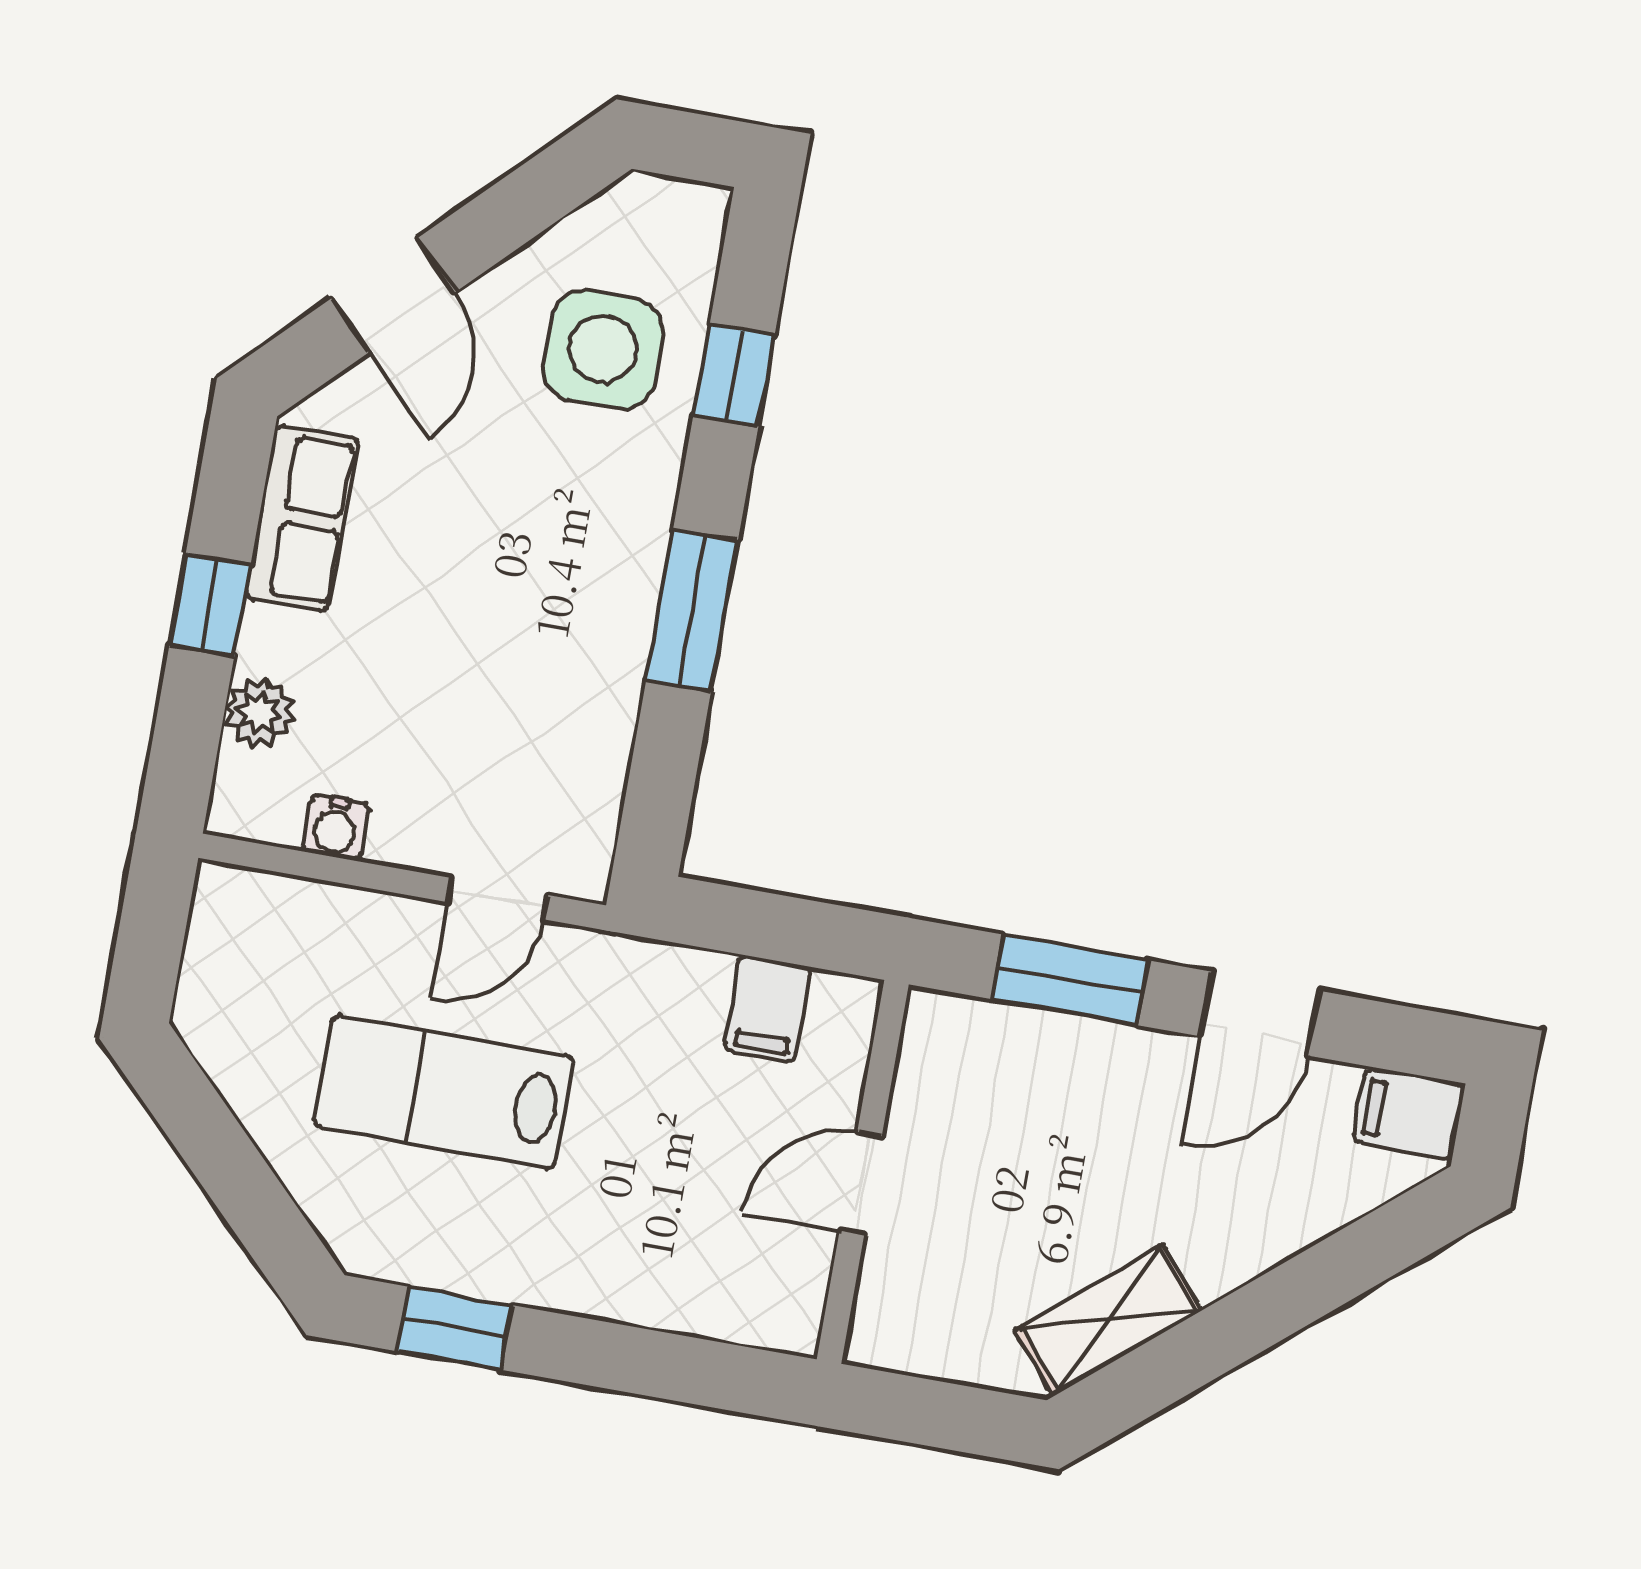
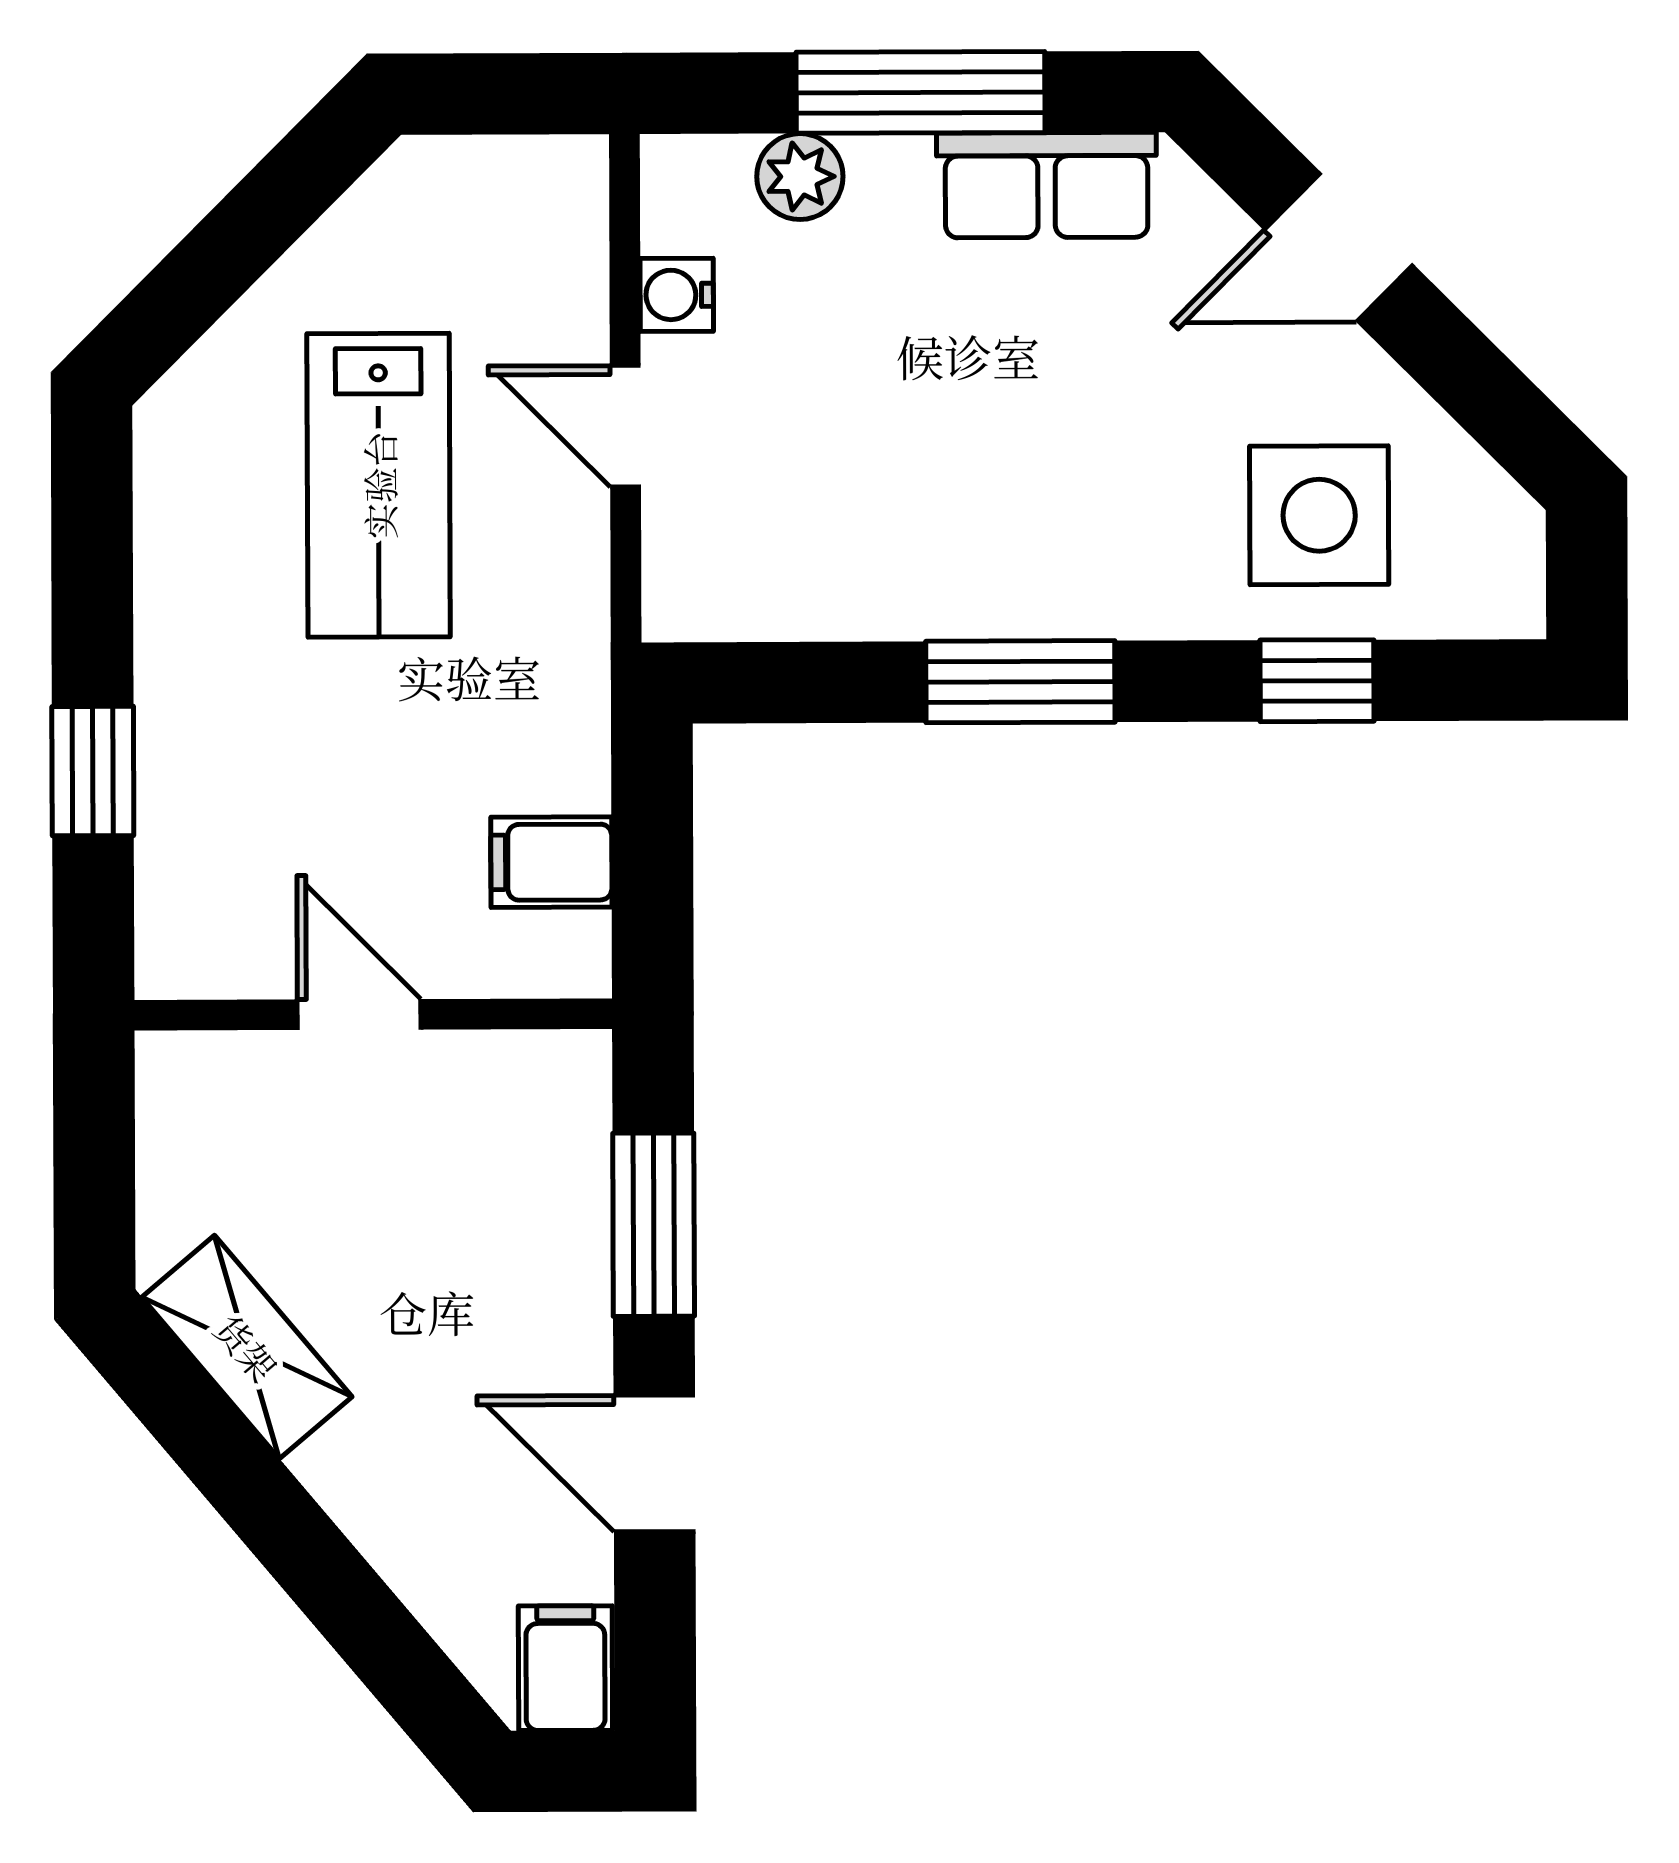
window: (210, 605) -> (920, 92), width x2.17
door: (498, 899) -> (625, 426), moved
lab bench: (444, 1091) -> (379, 485), turned 180
window: (455, 1328) -> (93, 771), moved

